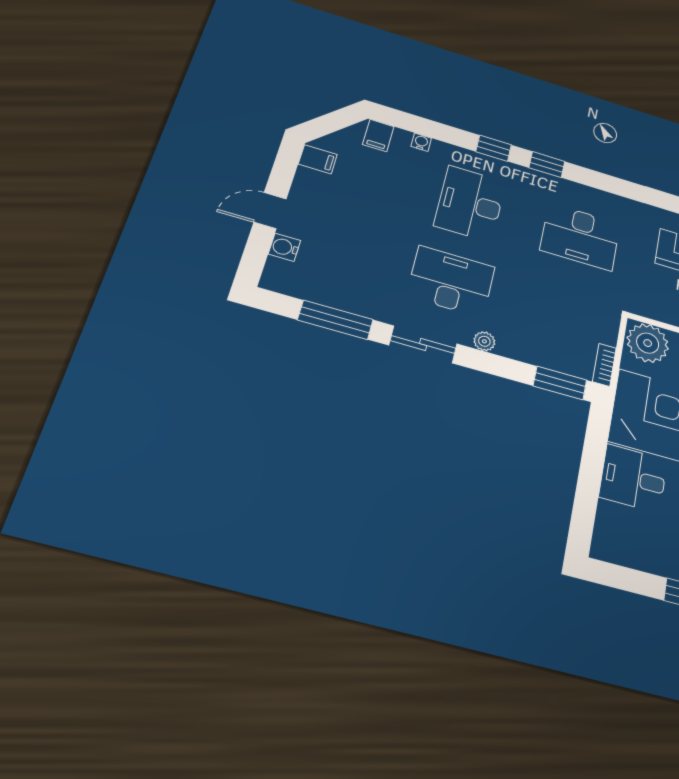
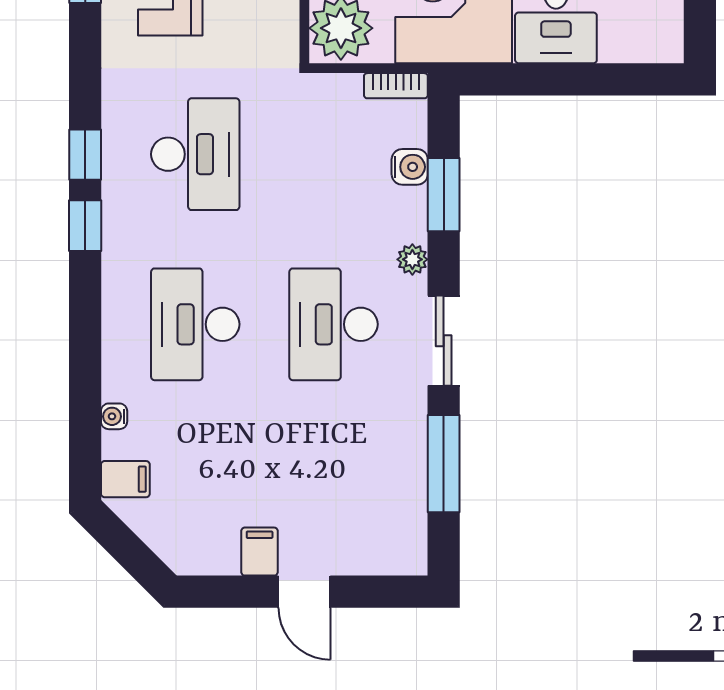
window: (494, 148) -> (85, 155), moved
filing cabinet: (318, 159) -> (260, 552), moved
desk: (470, 204) -> (195, 324), turned 90
water cooler: (284, 247) -> (410, 167), moved, turned -90
window: (560, 383) -> (444, 195), moved

